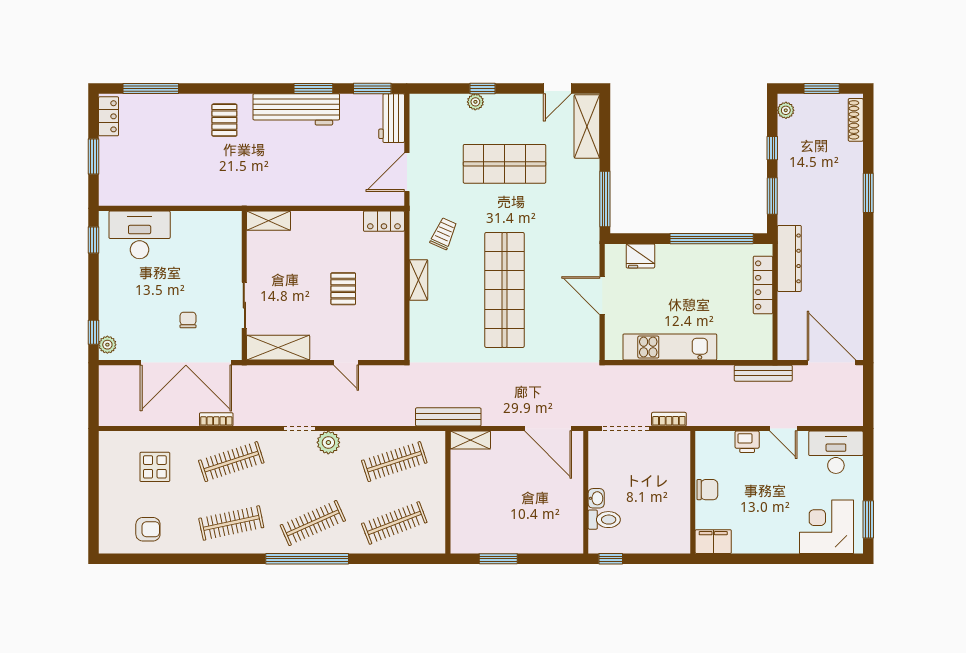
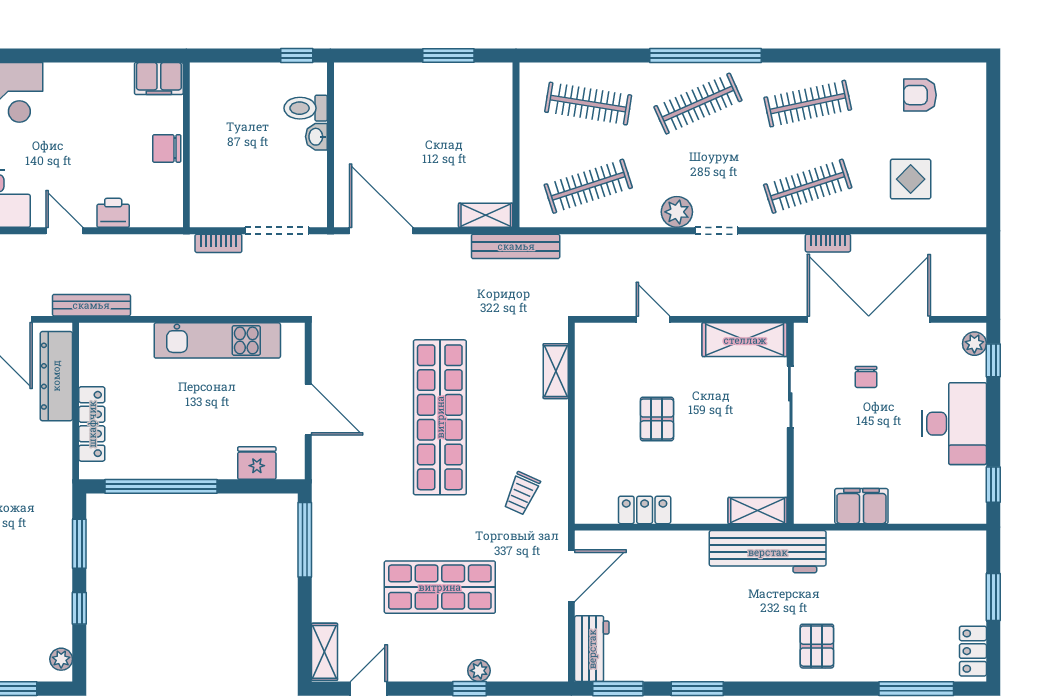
workbench: (296, 109) -> (768, 552), moved, turned 180
shelving: (587, 126) -> (324, 652), width x0.67, depth x0.75
locker: (384, 221) -> (645, 510), moved
filing cabinet: (191, 224) -> (861, 506), added
desk: (140, 235) -> (954, 424), moved, turned -90
dresser: (789, 258) -> (56, 376), moved
shelving: (418, 280) -> (556, 371), moved
clothes rail: (394, 523) -> (588, 104), turned 30

